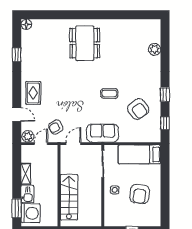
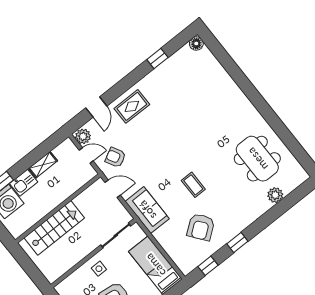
dining table: (85, 43) -> (257, 159), moved, turned 90

